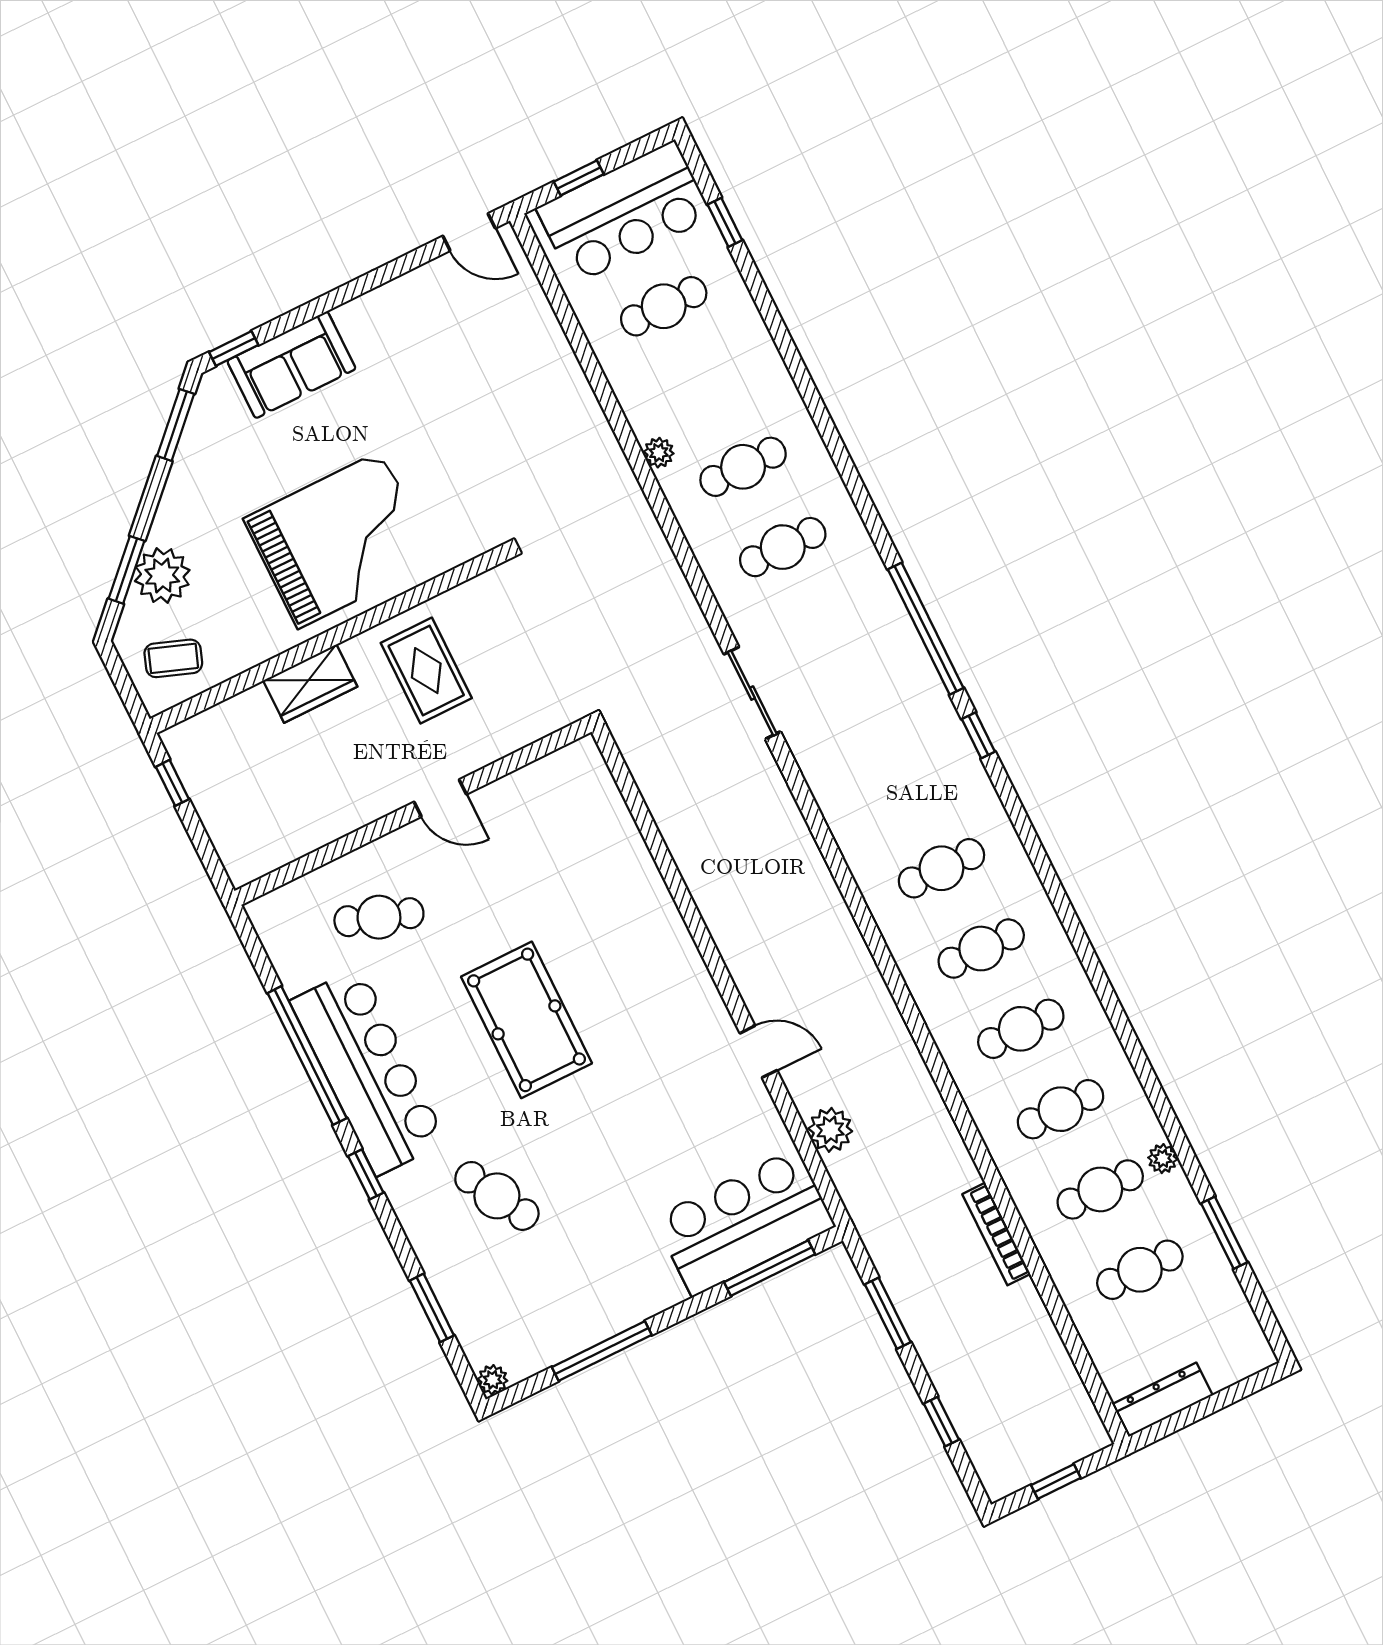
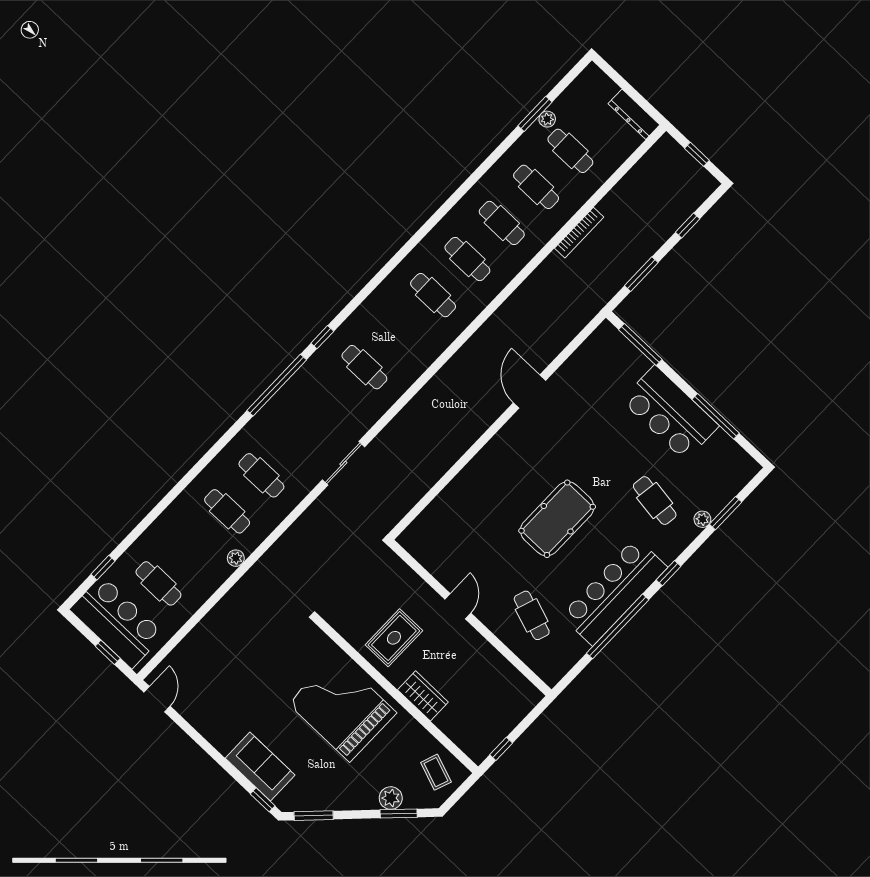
plant: (162, 576) -> (391, 798), width x0.73, depth x0.73
cafe table: (941, 868) -> (364, 367), moved
door: (758, 1052) -> (529, 392), width x1.38
plant: (830, 1130) -> (557, 339), removed
plant: (1163, 1159) -> (547, 119), moved
cafe table: (497, 1196) -> (655, 501), turned -53
bar counter: (744, 1222) -> (670, 413), moved
plant: (493, 1380) -> (702, 519), moved

